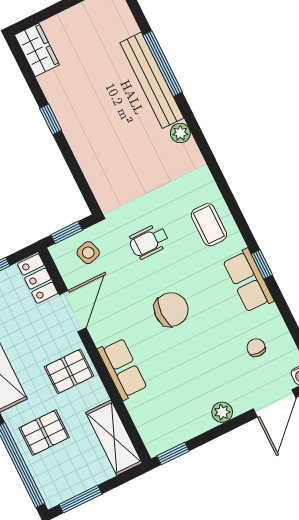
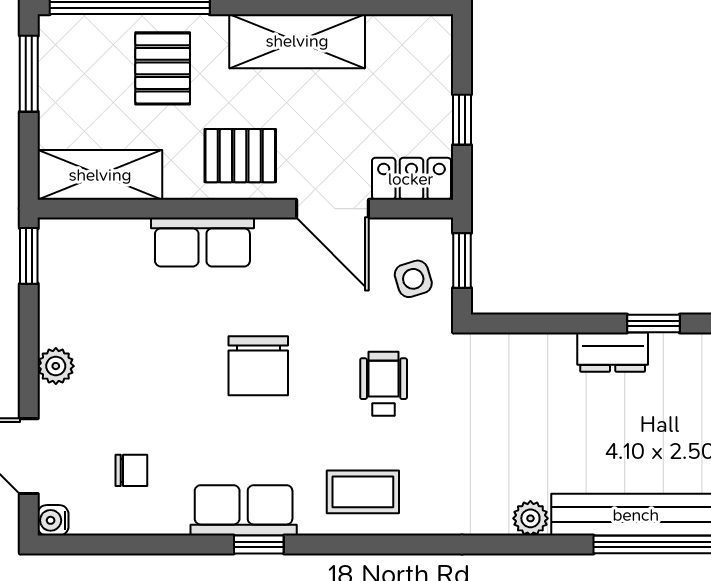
dresser: (75, 133) -> (613, 352), added
pallet: (69, 371) -> (240, 156), turned 90

